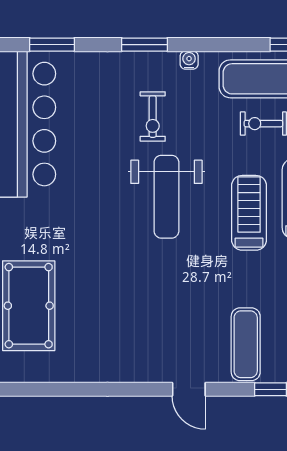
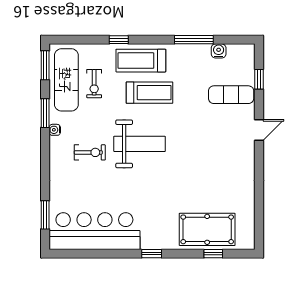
window: (144, 45) -> (45, 113), moved
treadmill: (249, 213) -> (150, 93), turned 180

